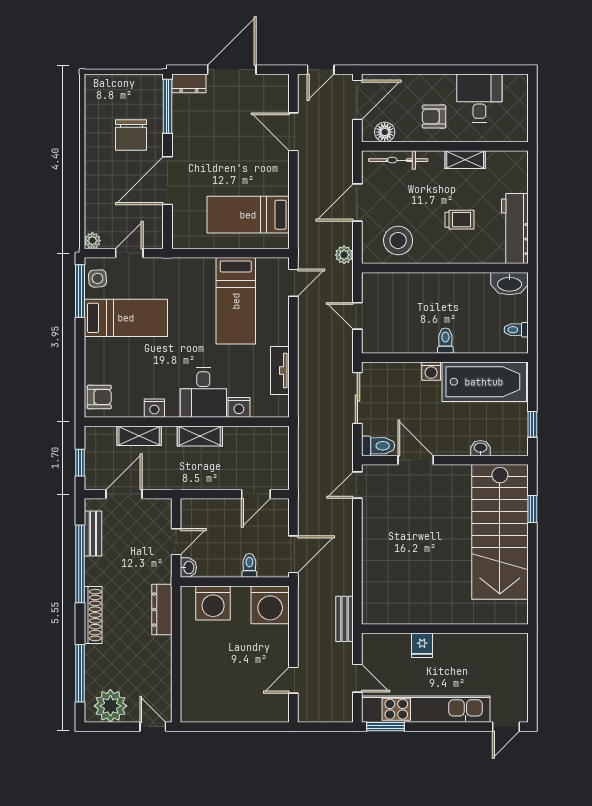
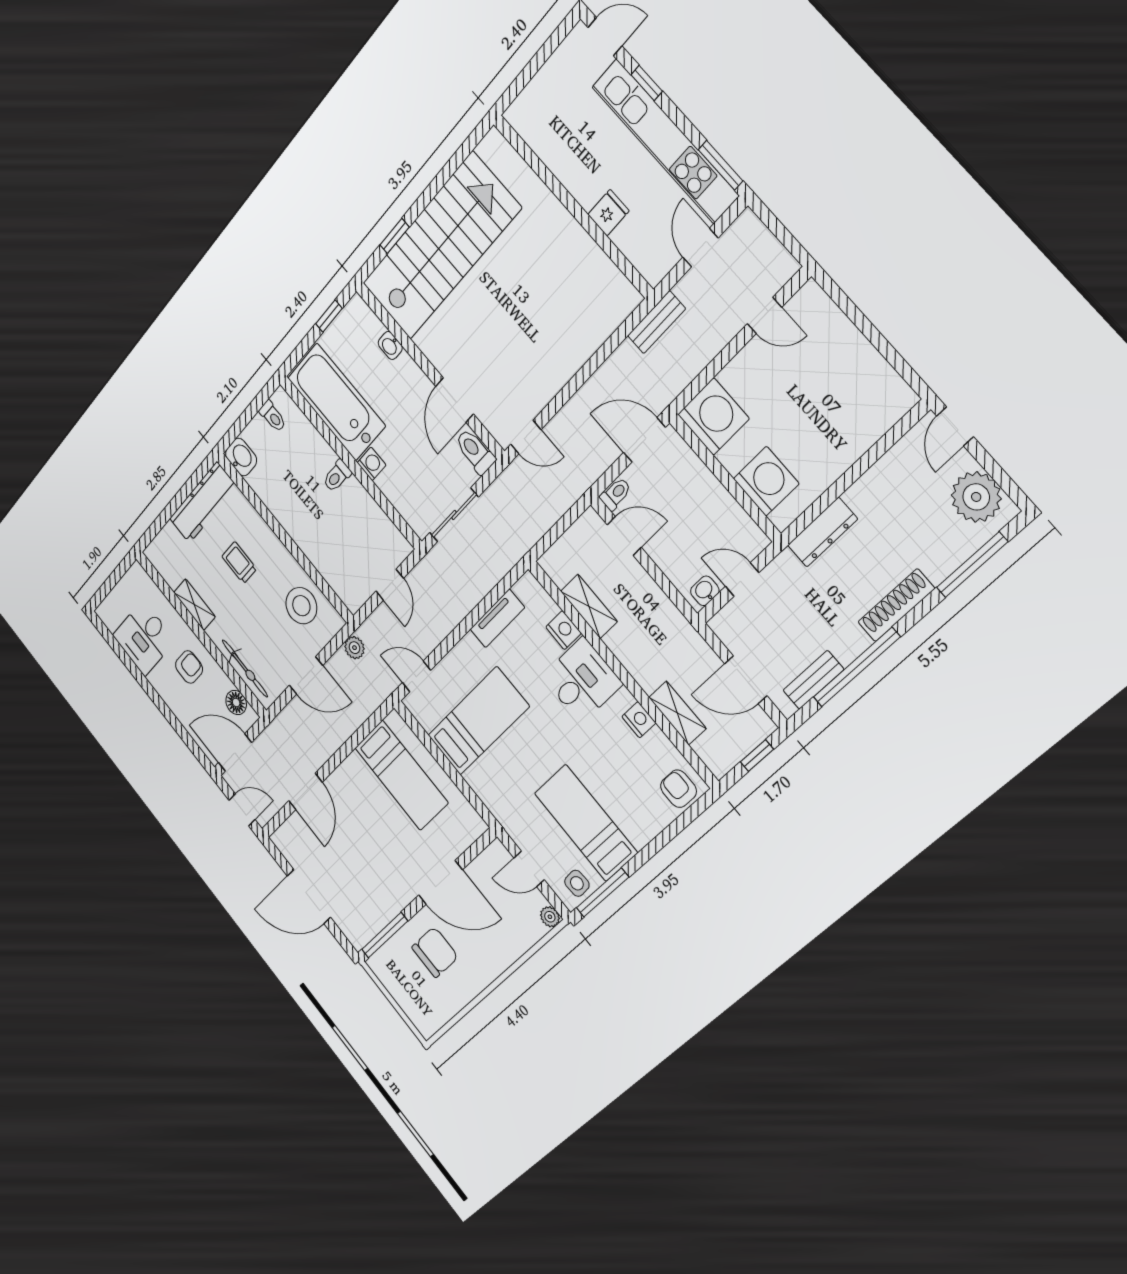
dresser: (189, 83) -> (351, 930), removed
armchair: (434, 117) -> (189, 667), turned -90
washbasin: (510, 284) -> (241, 457), width x0.72
shelving: (200, 436) -> (589, 606), moved
toilet: (249, 565) -> (616, 494), moved, turned 180
washbasin: (188, 567) -> (705, 591), moved
window: (462, 727) -> (647, 83), added

